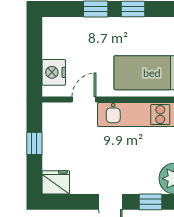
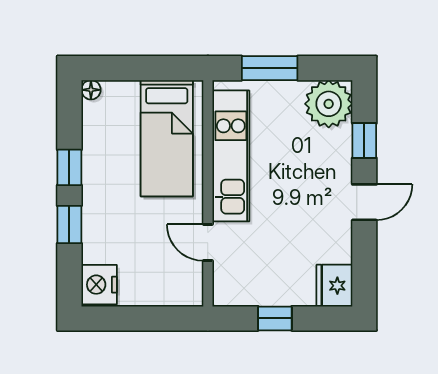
nightstand: (54, 72) -> (99, 285), moved, turned 90

